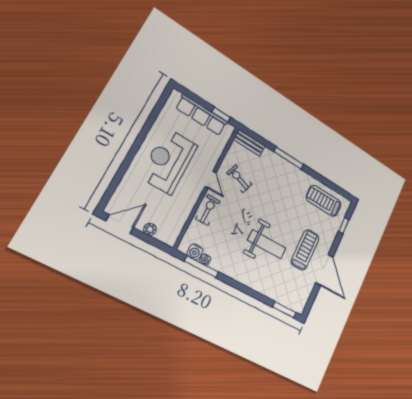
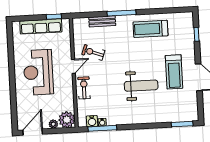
bench: (249, 143) -> (102, 21), moved
door: (210, 180) -> (73, 66), hinge flipped
treadmill: (324, 201) -> (151, 29), moved
plant: (168, 234) -> (67, 120), added
treadmill: (305, 250) -> (174, 72), turned 180

